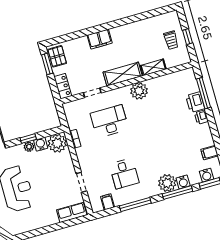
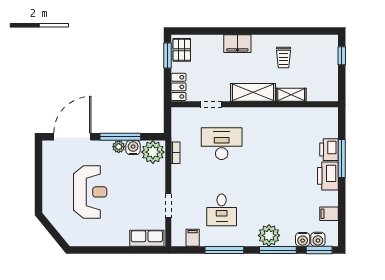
window: (187, 37) -> (342, 56), moved
trolley: (171, 40) -> (283, 57), moved
plant: (139, 91) -> (267, 118), removed
window: (203, 93) -> (342, 158), moved
printer: (201, 117) -> (328, 176), width x1.87, depth x1.48
window: (28, 139) -> (120, 137), width x2.17
water cooler: (183, 182) -> (303, 239), moved

